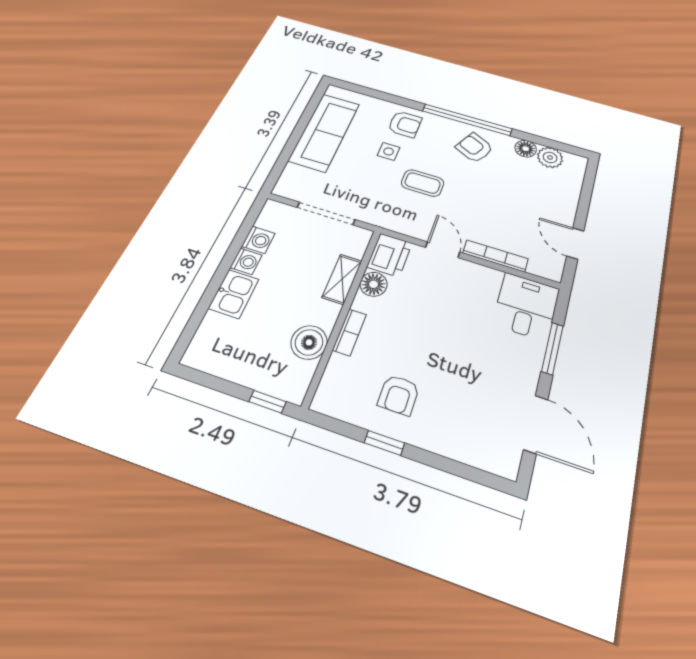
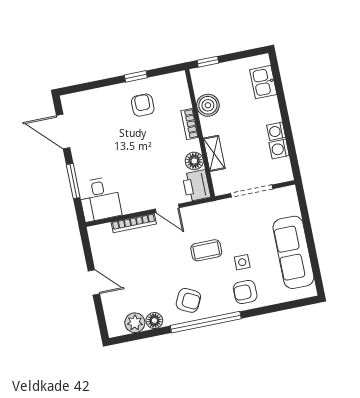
door: (575, 243) -> (94, 282), moved
kitchen sink: (234, 294) -> (263, 82), moved

